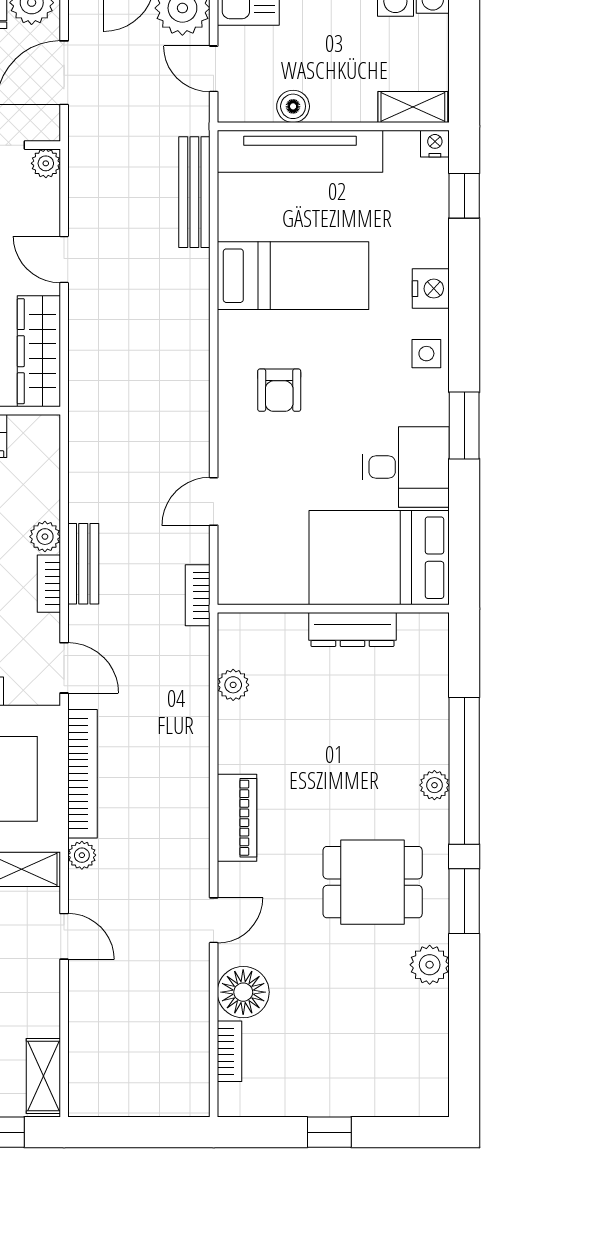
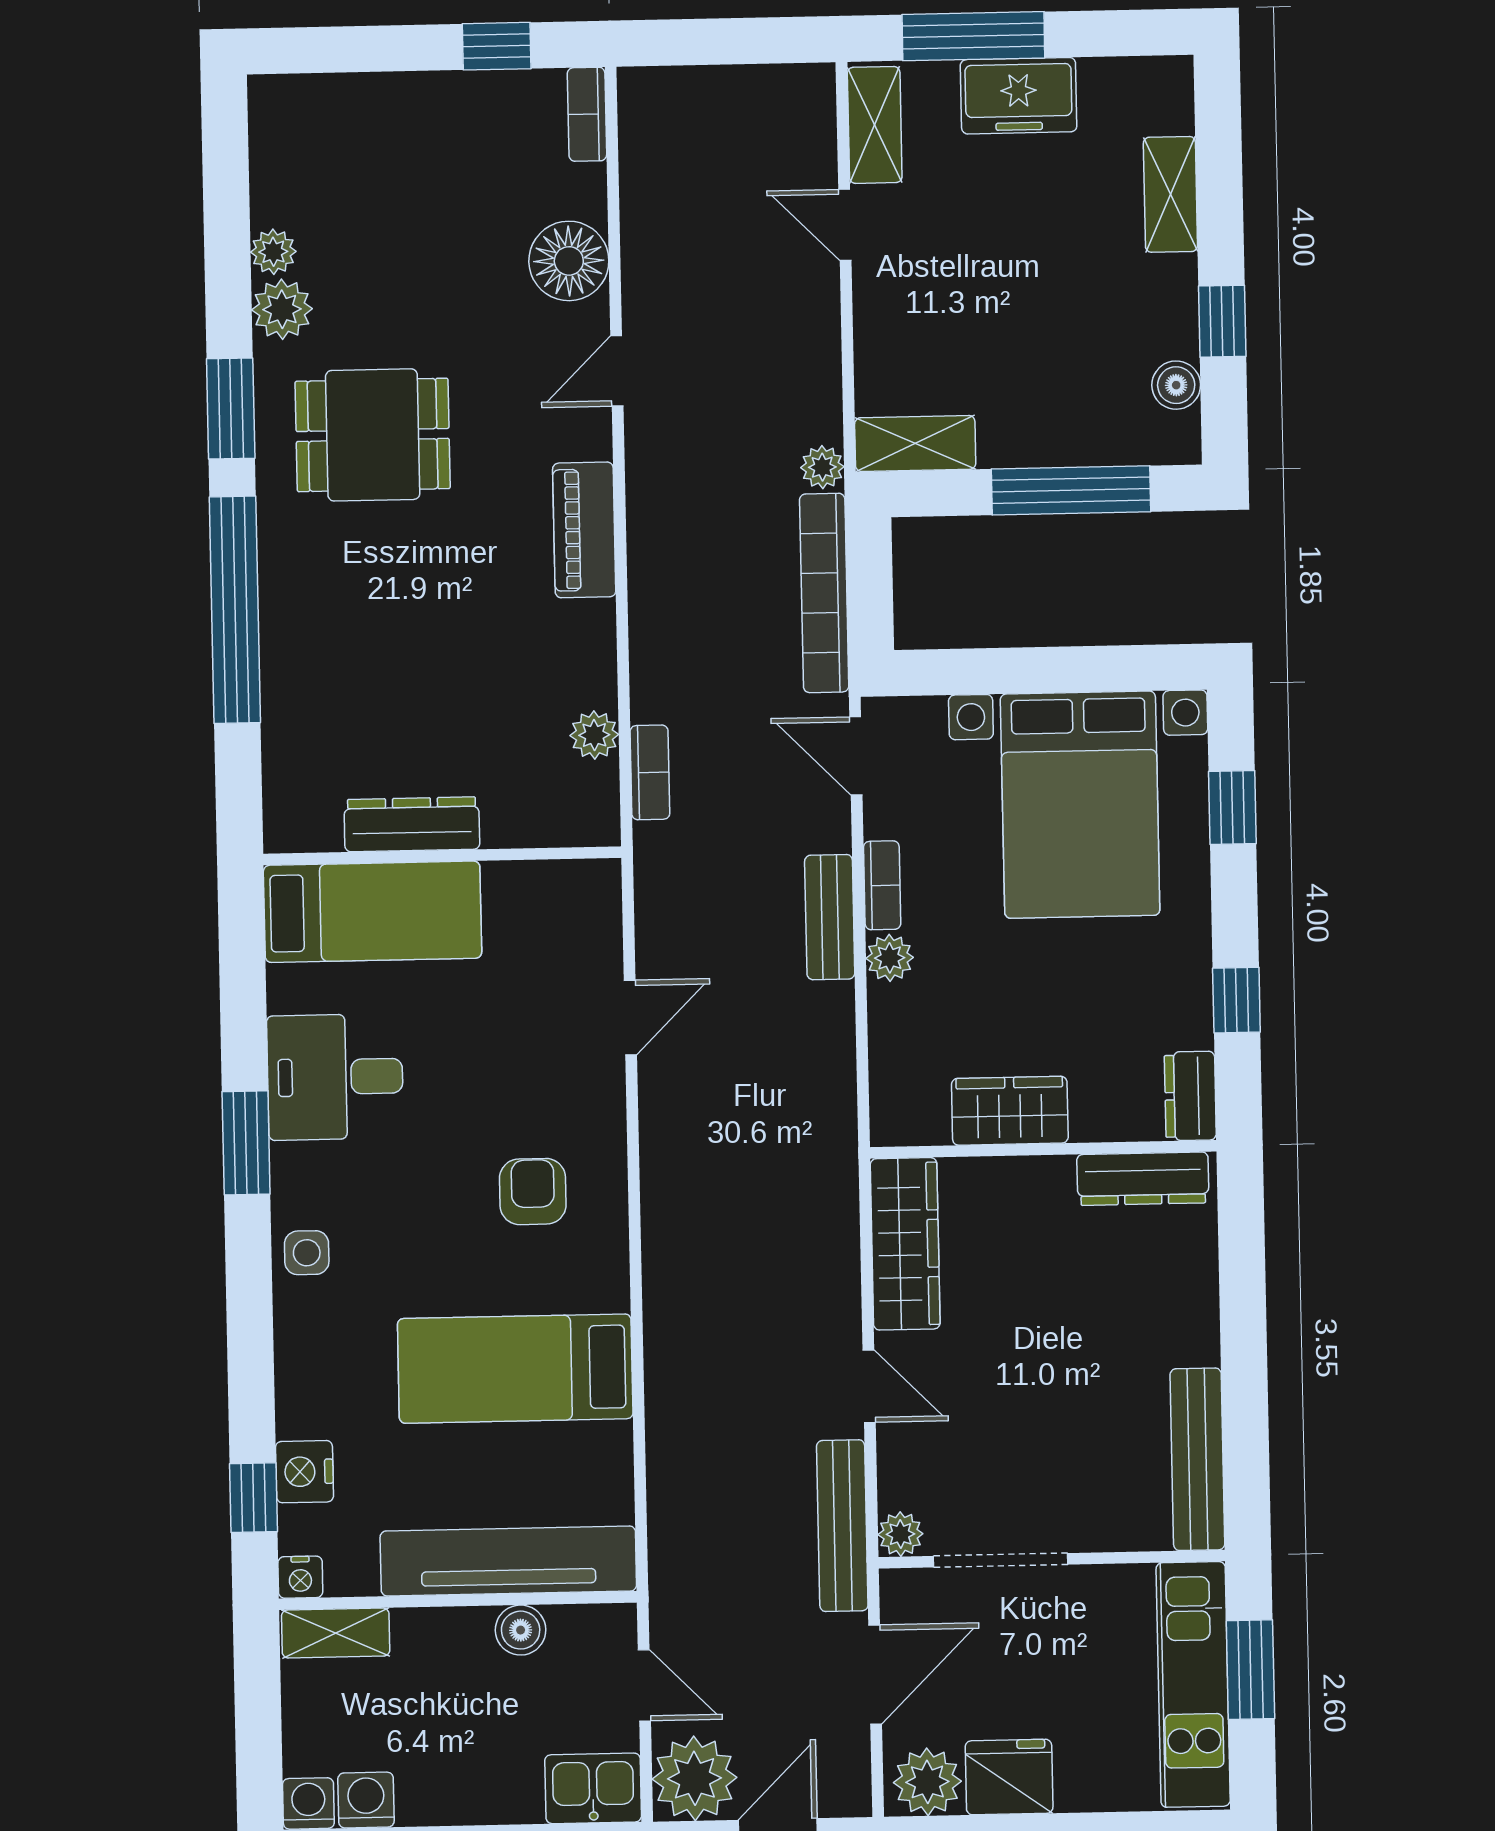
bench: (194, 192) -> (842, 1526), moved
nightstand: (431, 289) -> (304, 1472), moved
bed: (379, 558) -> (373, 912), width x0.67
bookcase: (198, 595) -> (650, 772), moved
plant: (434, 785) -> (273, 252), moved
door: (64, 936) -> (845, 225), moved
bookcase: (230, 1051) -> (587, 114), moved
window: (329, 1132) -> (497, 46), moved

